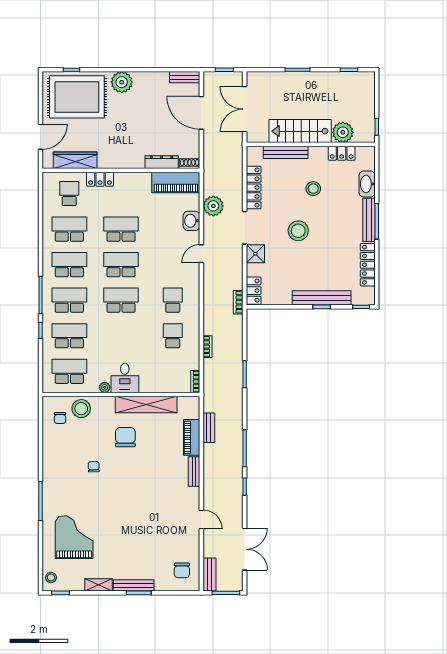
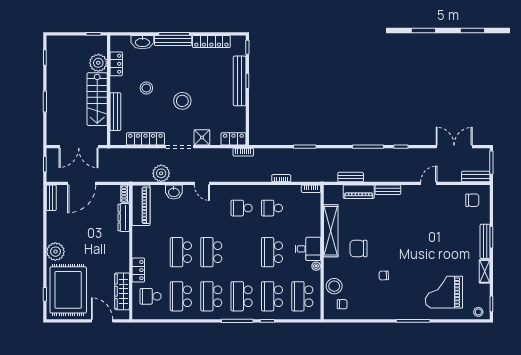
school desk: (121, 300) -> (272, 252), moved

